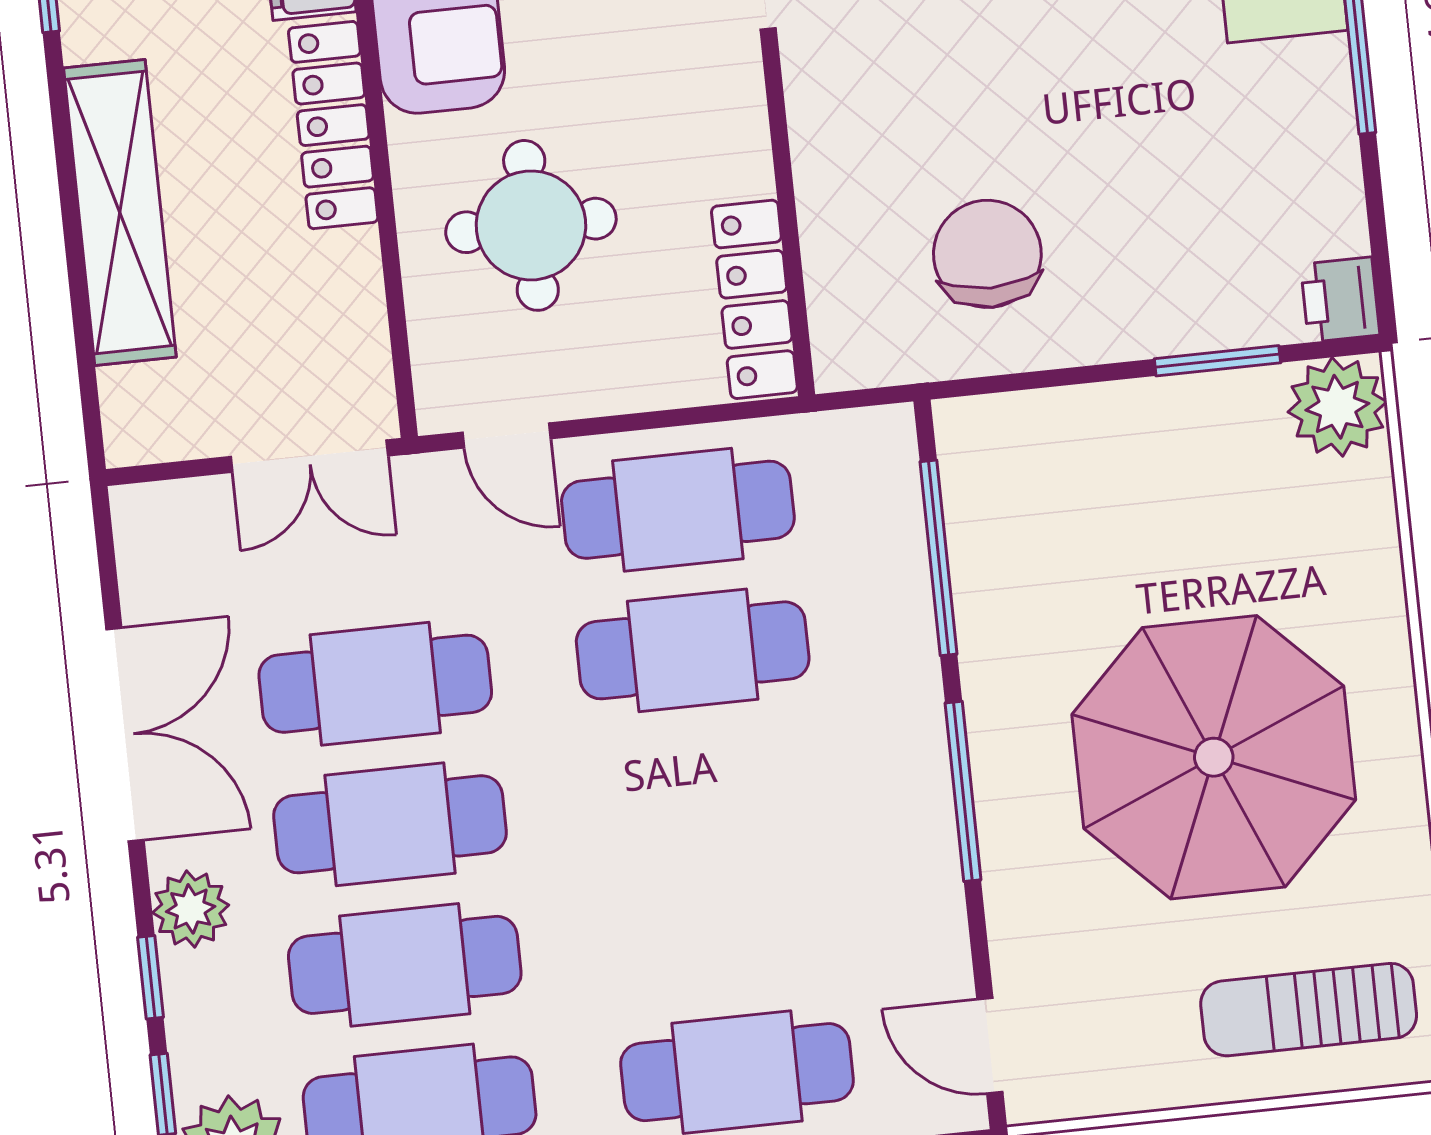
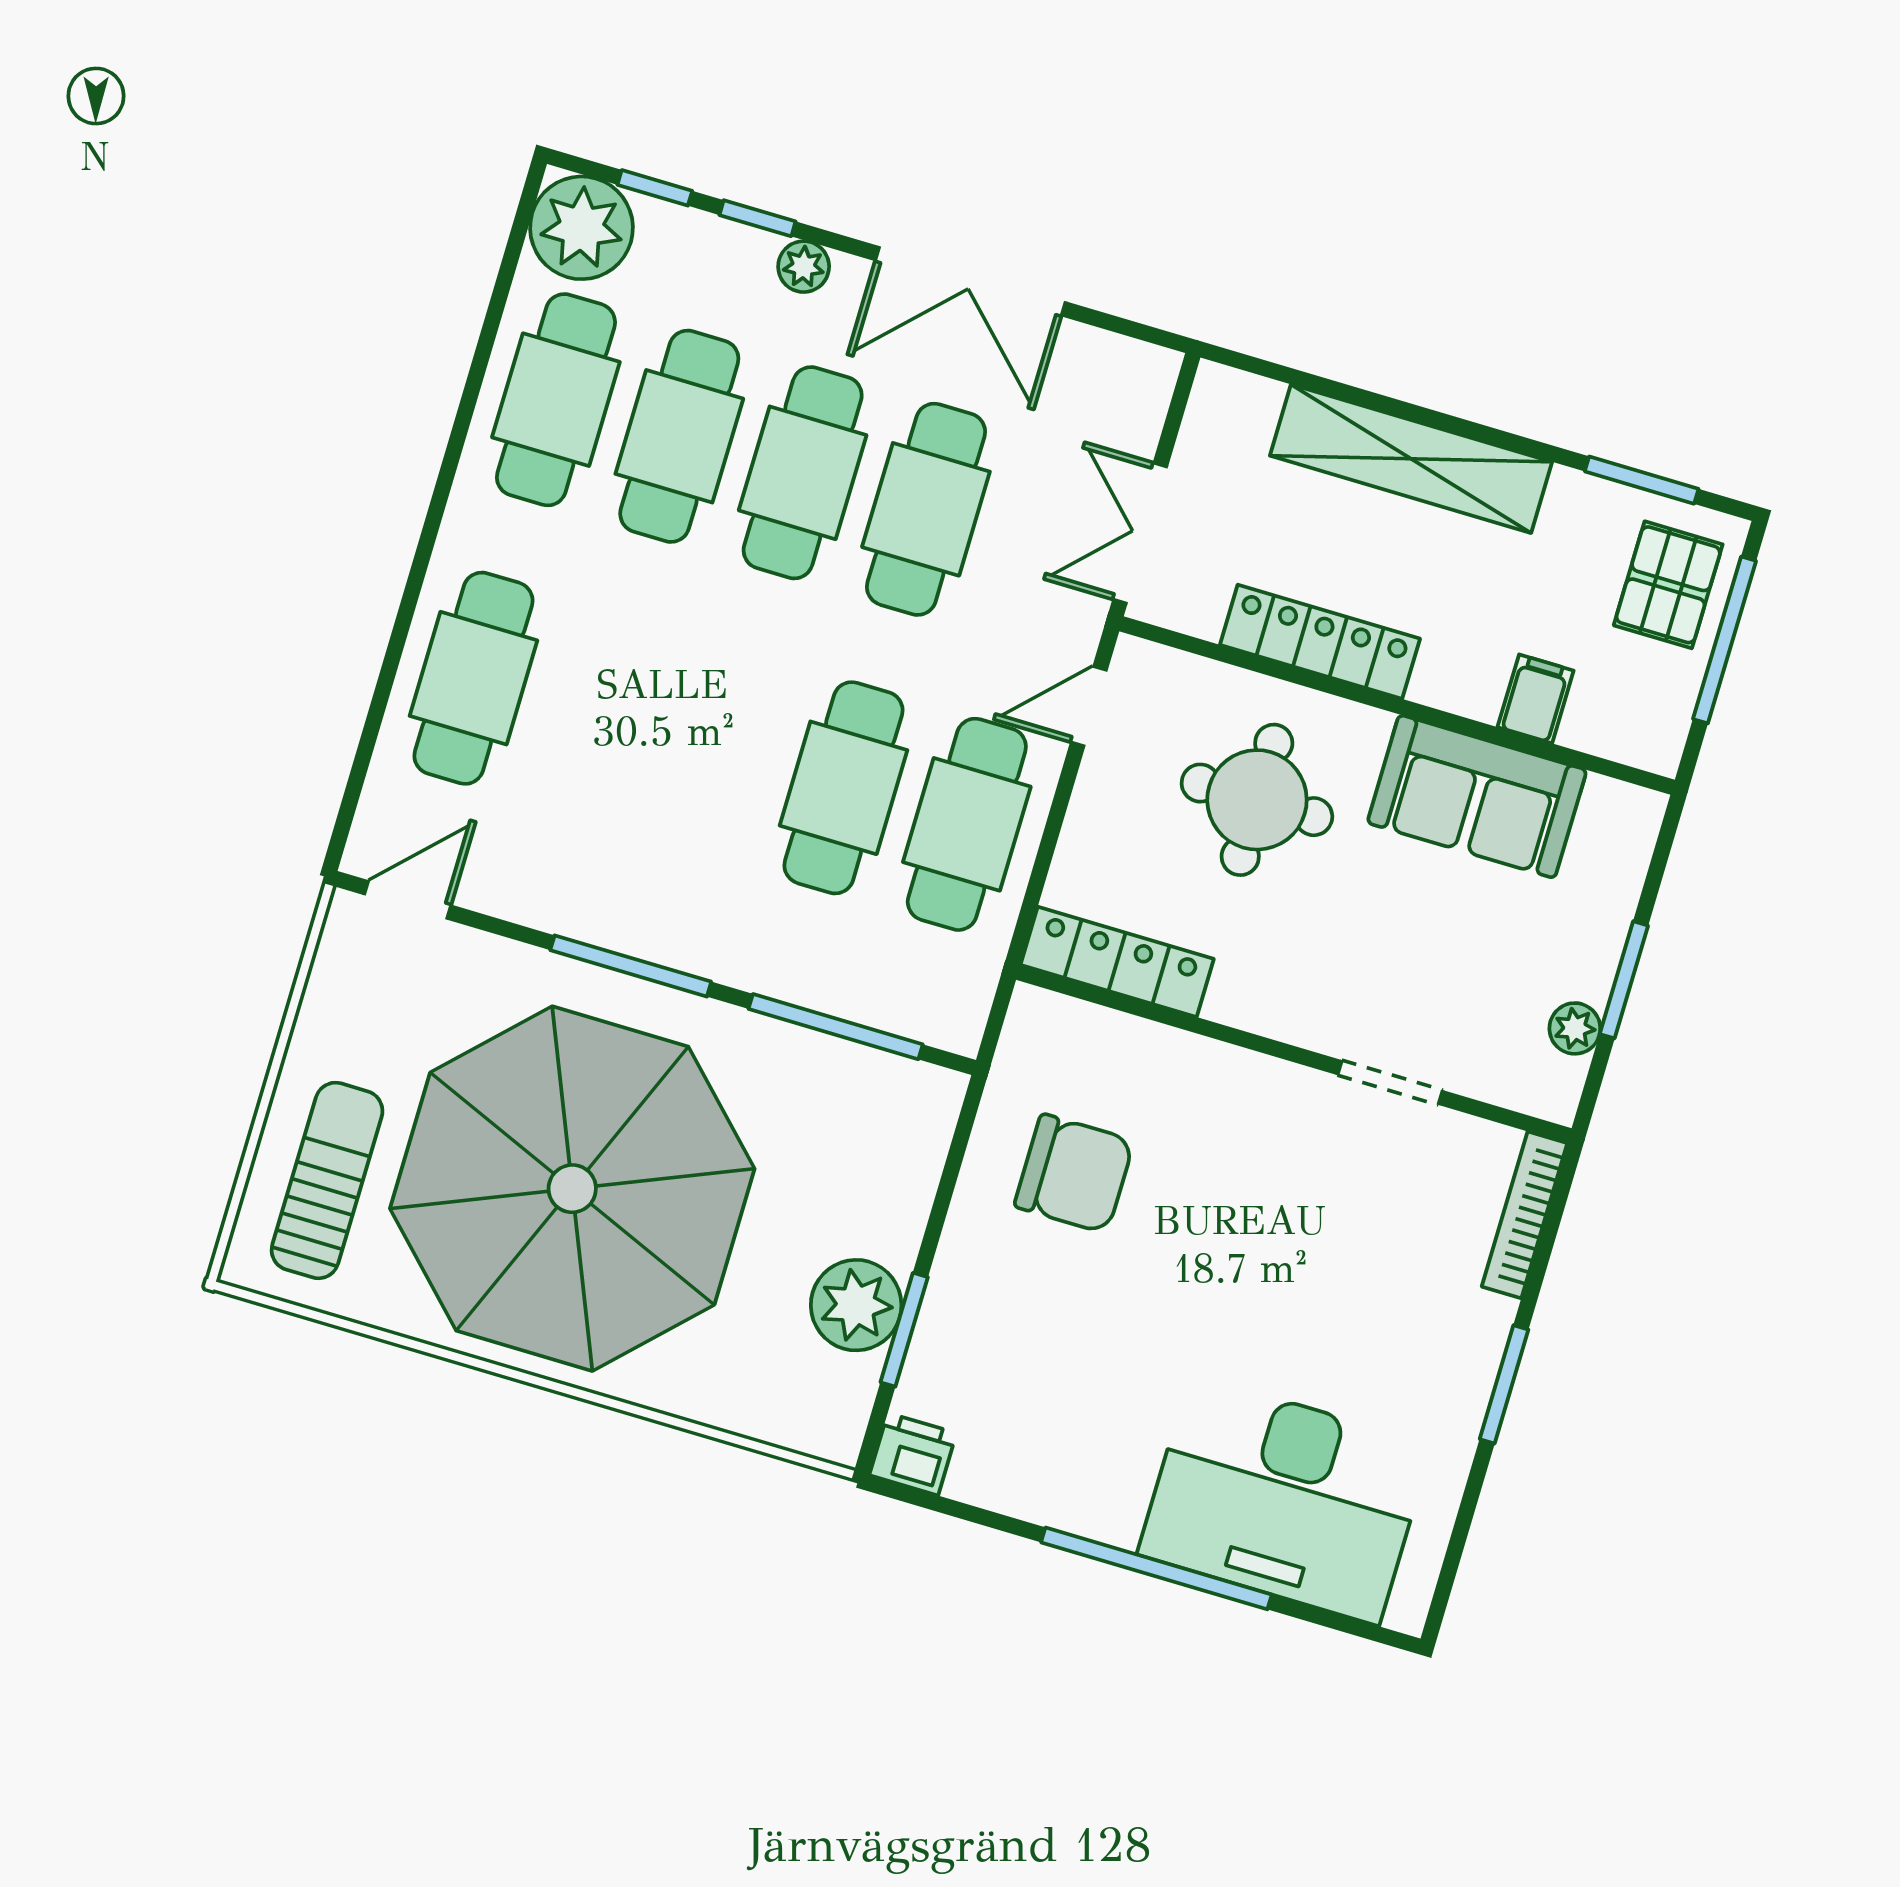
locker: (333, 125) -> (1320, 642), moved
plant: (1337, 407) -> (856, 1305), moved
parasol: (1214, 757) -> (572, 1189), width x1.36, depth x1.36
plant: (191, 909) -> (804, 267), width x0.73, depth x0.73

